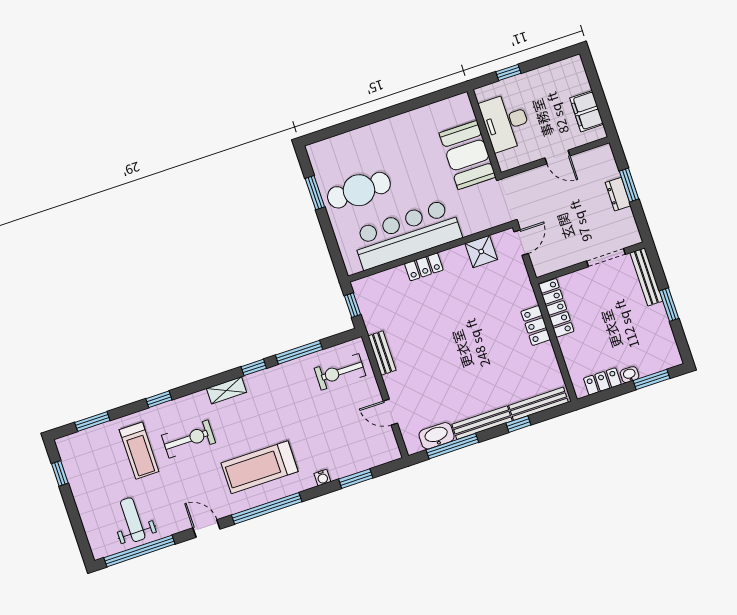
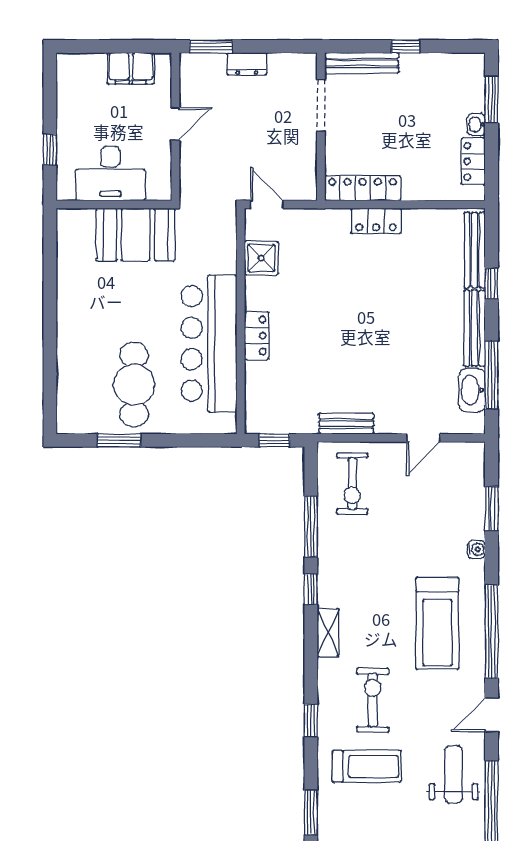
window: (629, 185) -> (211, 46), moved
window: (669, 305) -> (406, 46), width x0.67
weight bench: (133, 520) -> (454, 774), moved, turned 90

